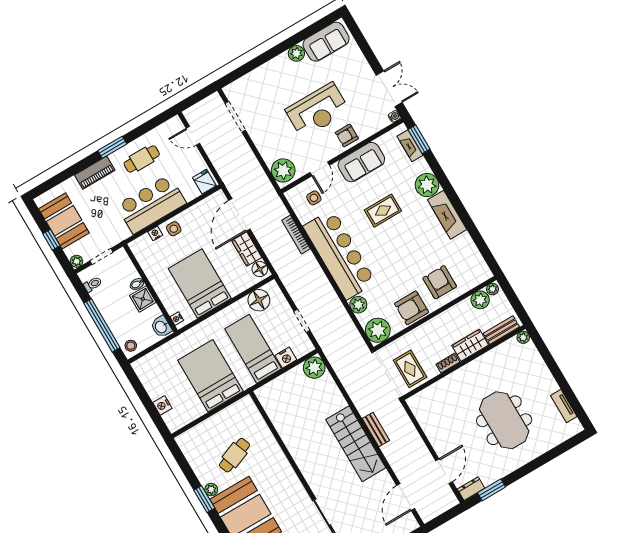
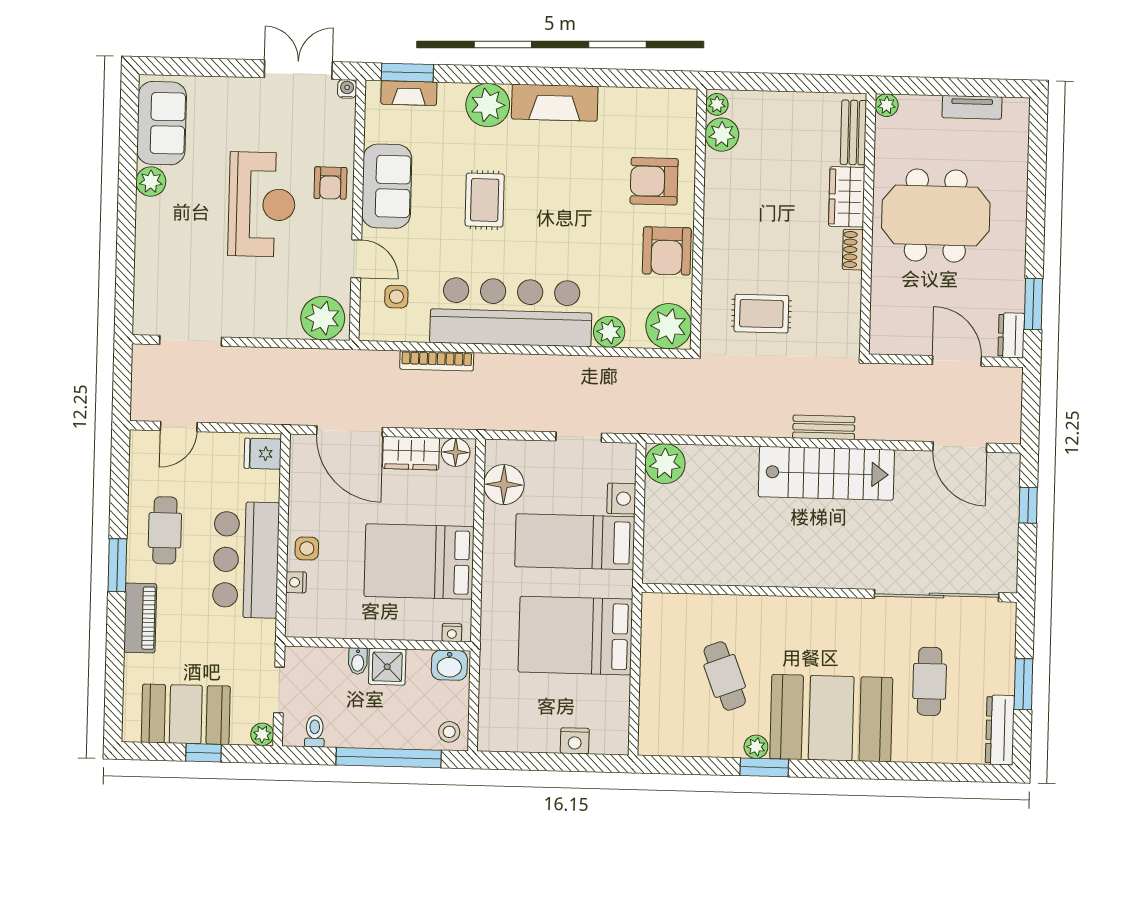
bench: (501, 330) -> (853, 132), moved
plant: (523, 337) -> (887, 105), moved
wardrobe: (470, 345) -> (847, 197), moved
wall: (464, 362) -> (868, 224), moved
shoe rack: (448, 363) -> (853, 250), moved

